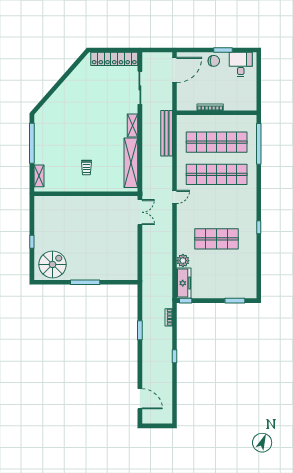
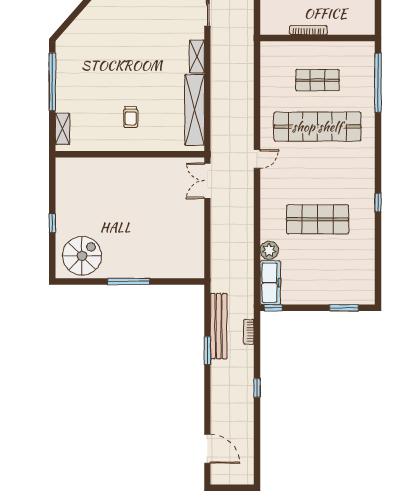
bench: (167, 133) -> (219, 326), moved
shop shelf: (217, 142) -> (317, 80), width x0.50, depth x0.74
double door: (140, 212) -> (207, 181), swing flipped

